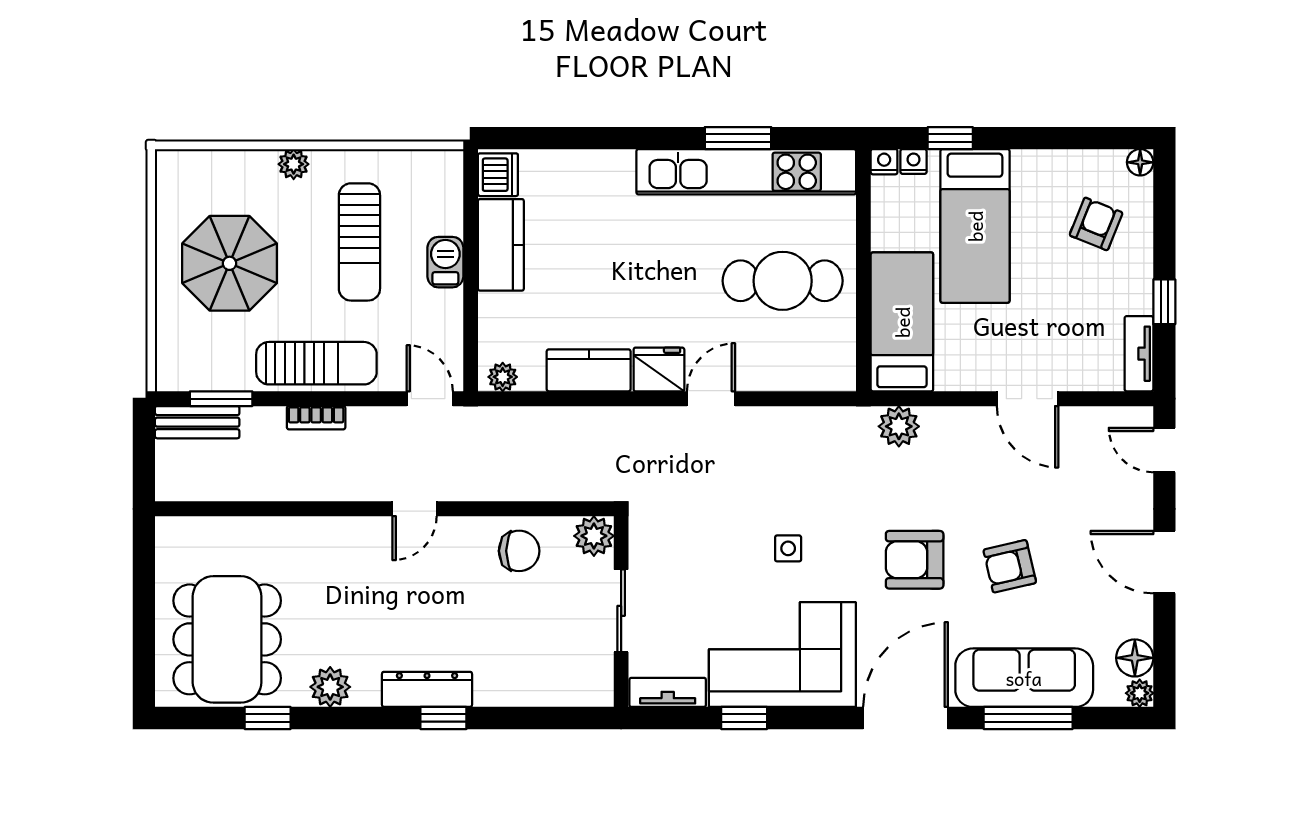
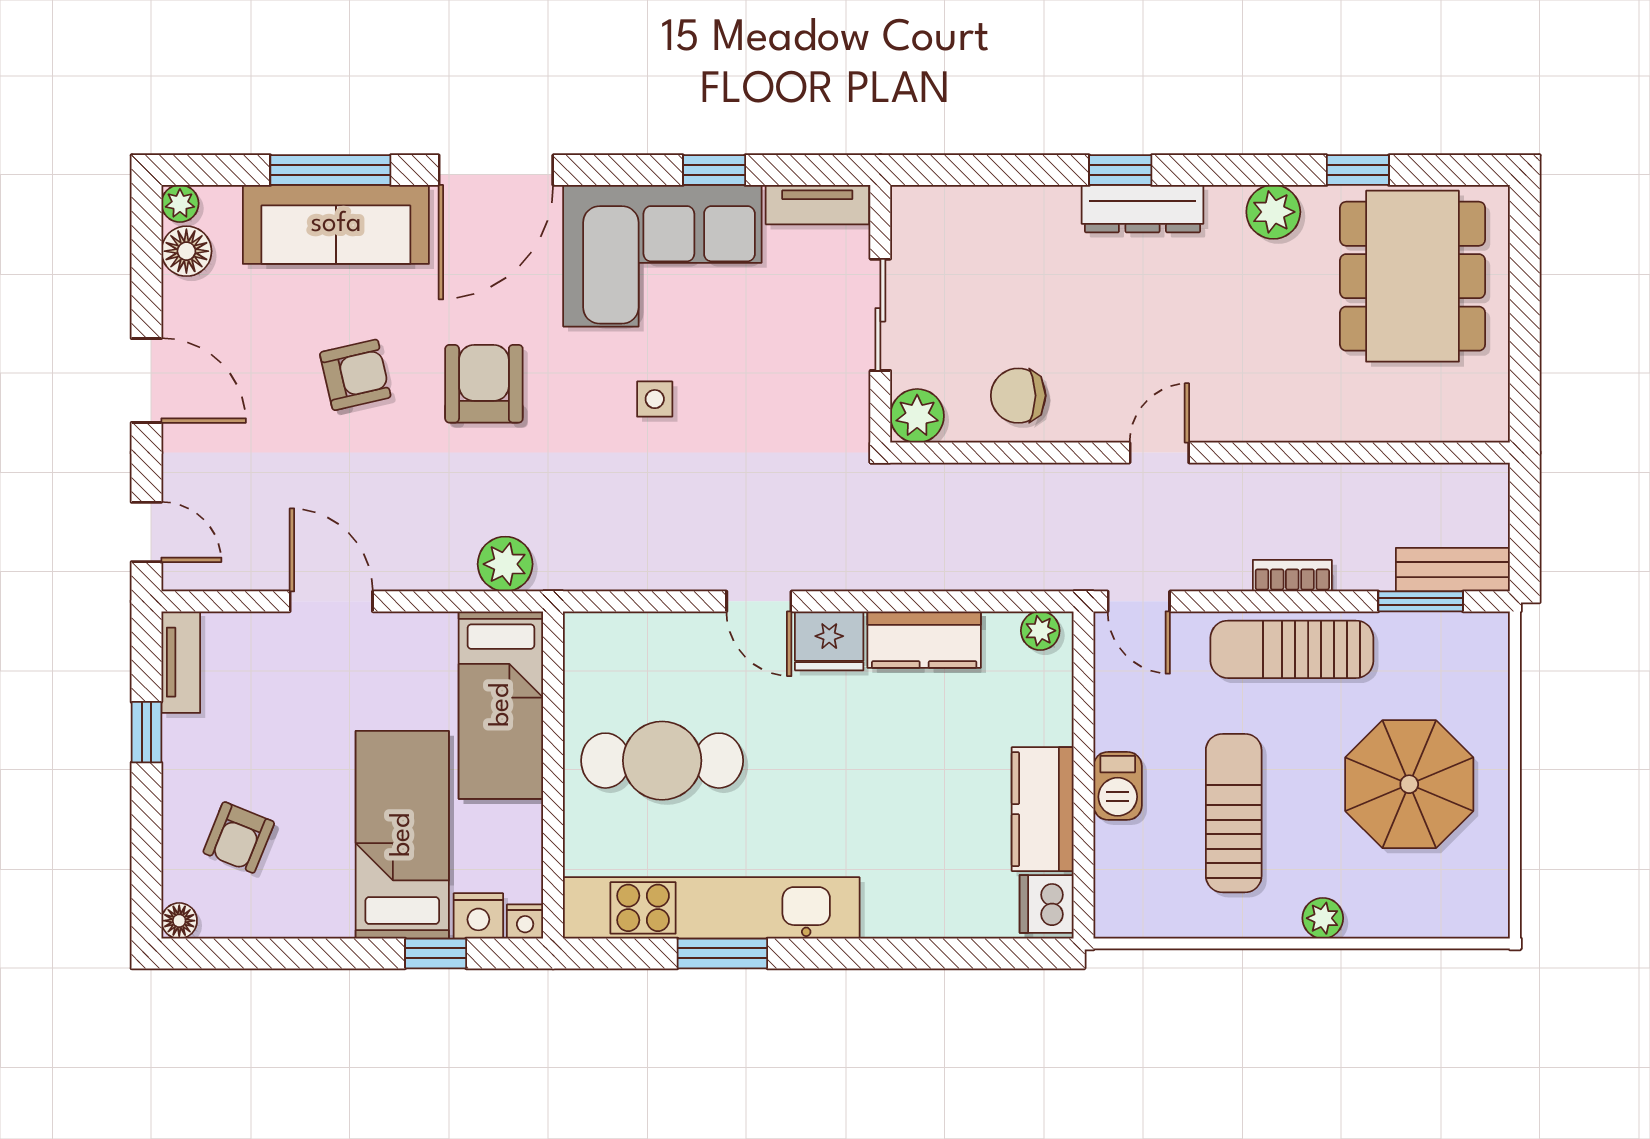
nightstand: (914, 161) -> (478, 916), width x1.39, depth x1.35
door: (711, 399) -> (759, 601), hinge flipped
armchair: (915, 560) -> (484, 384), turned -90

